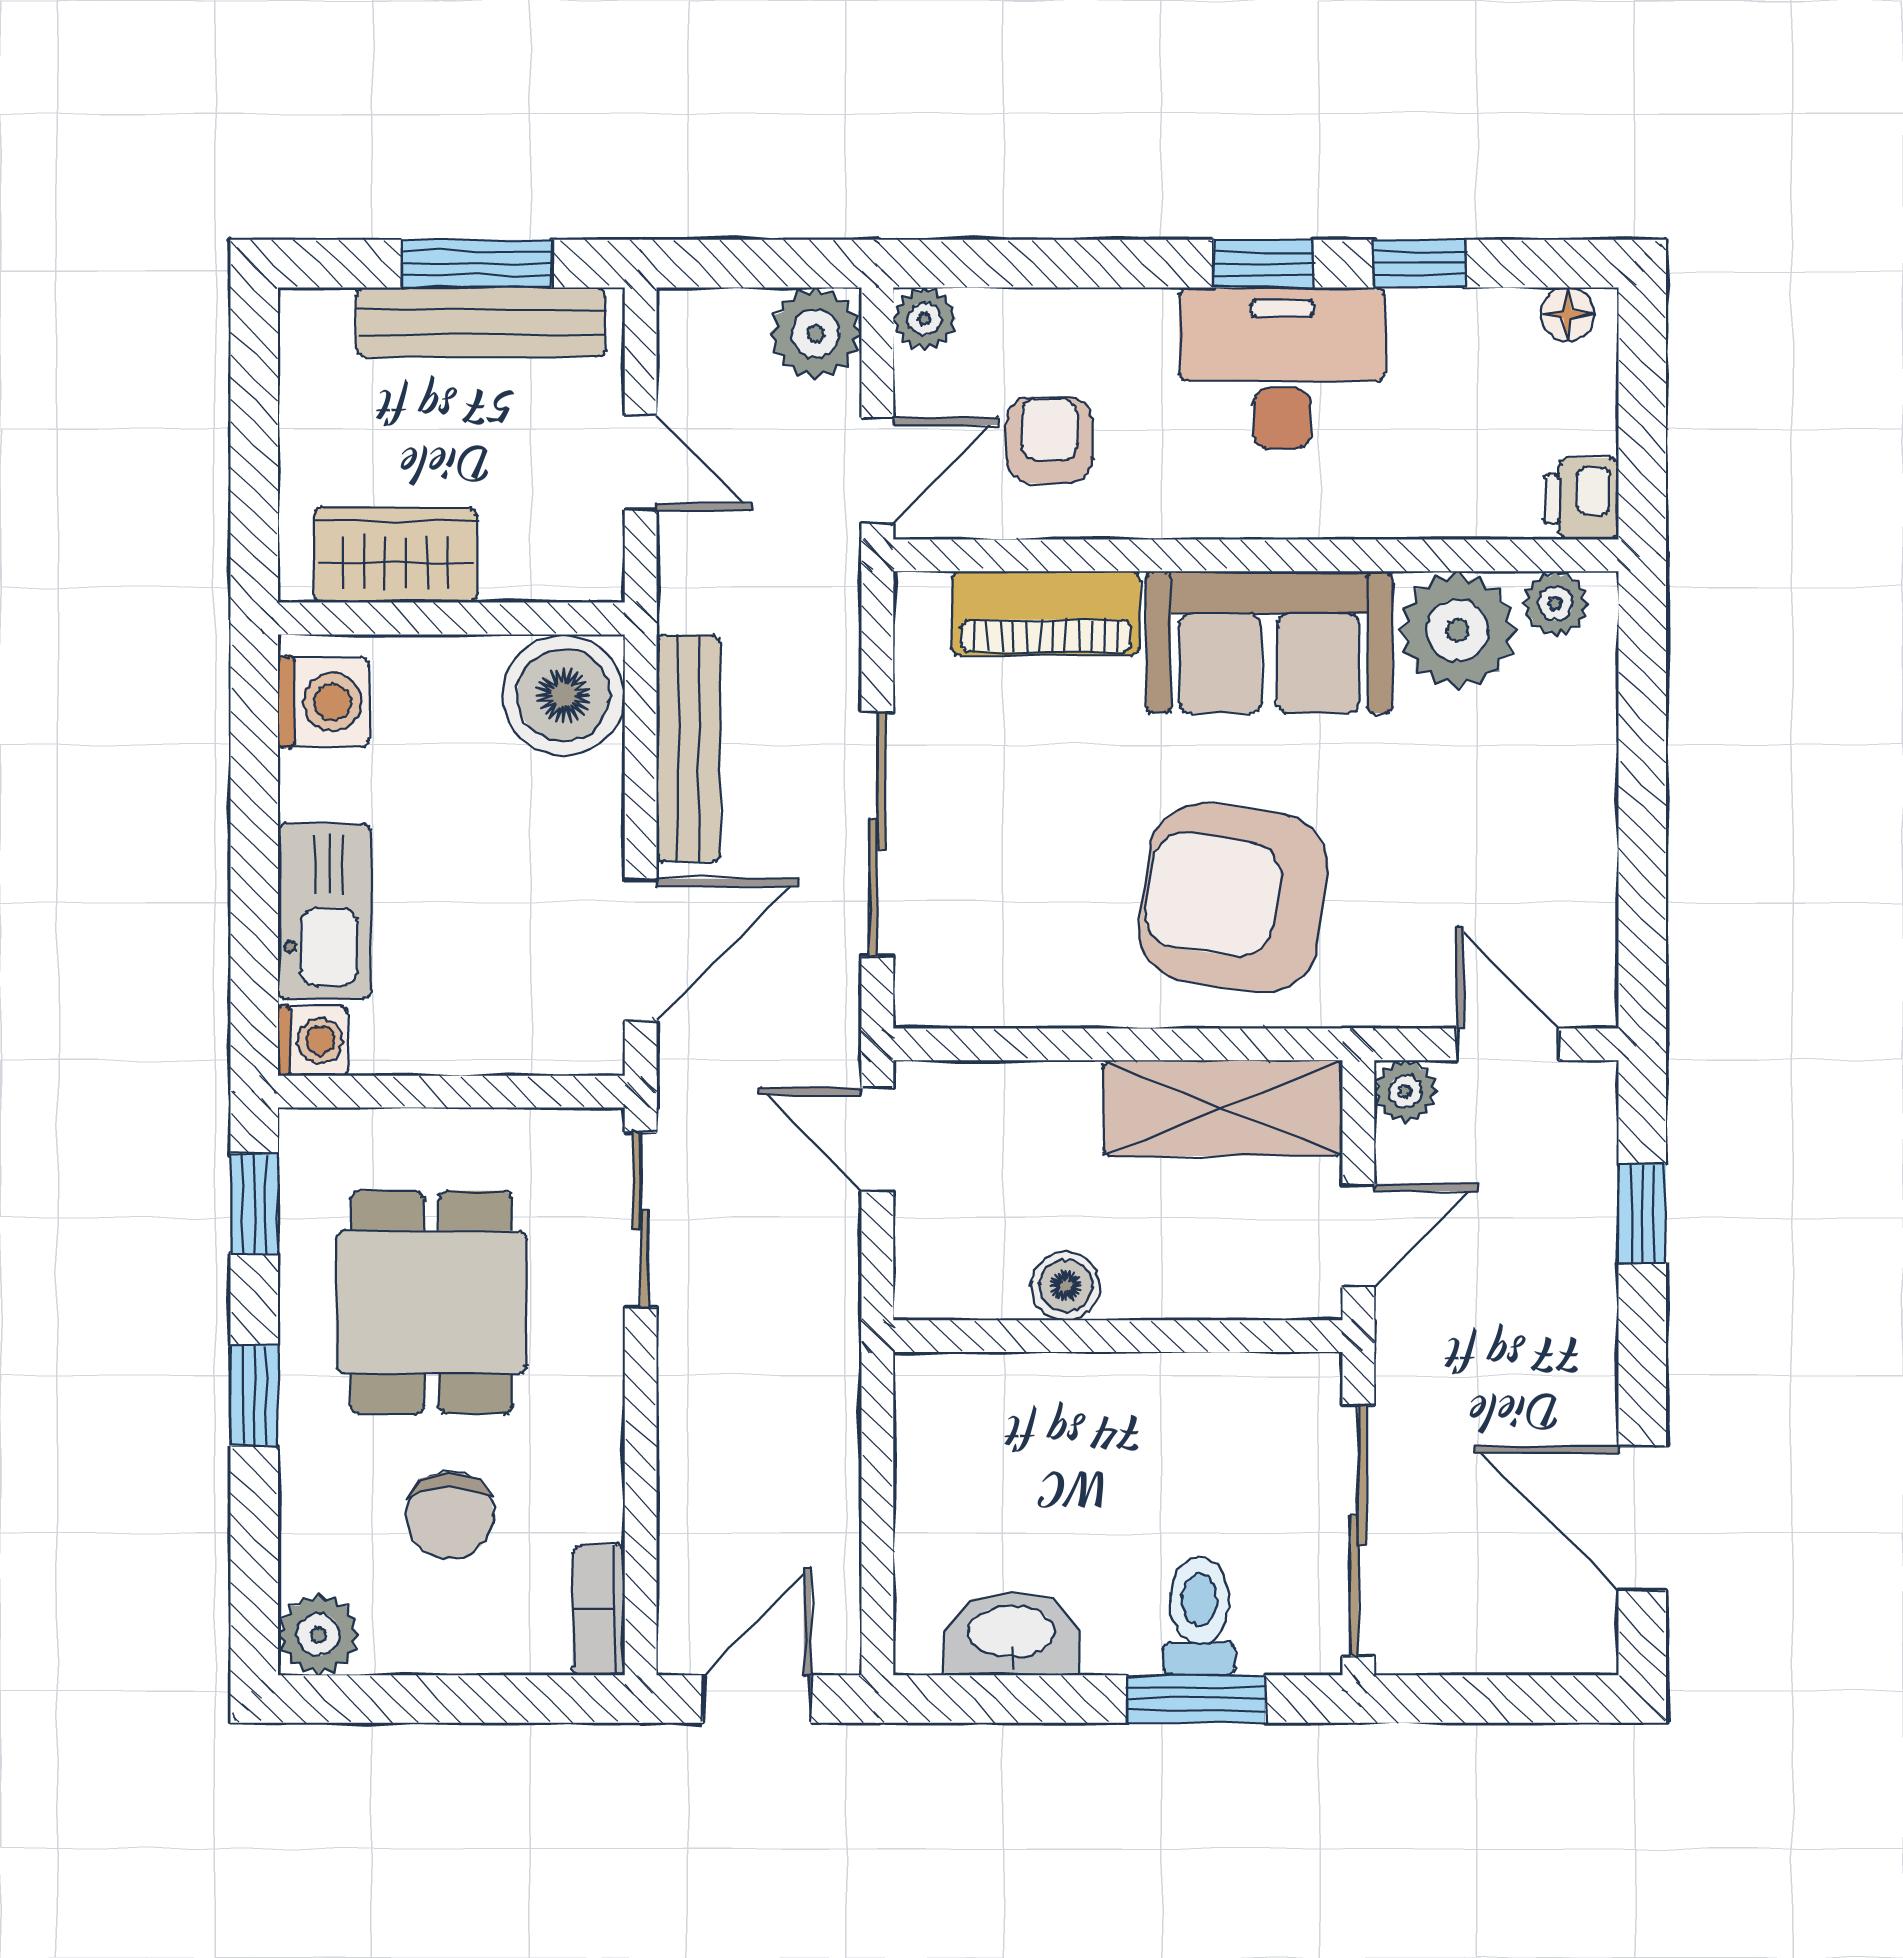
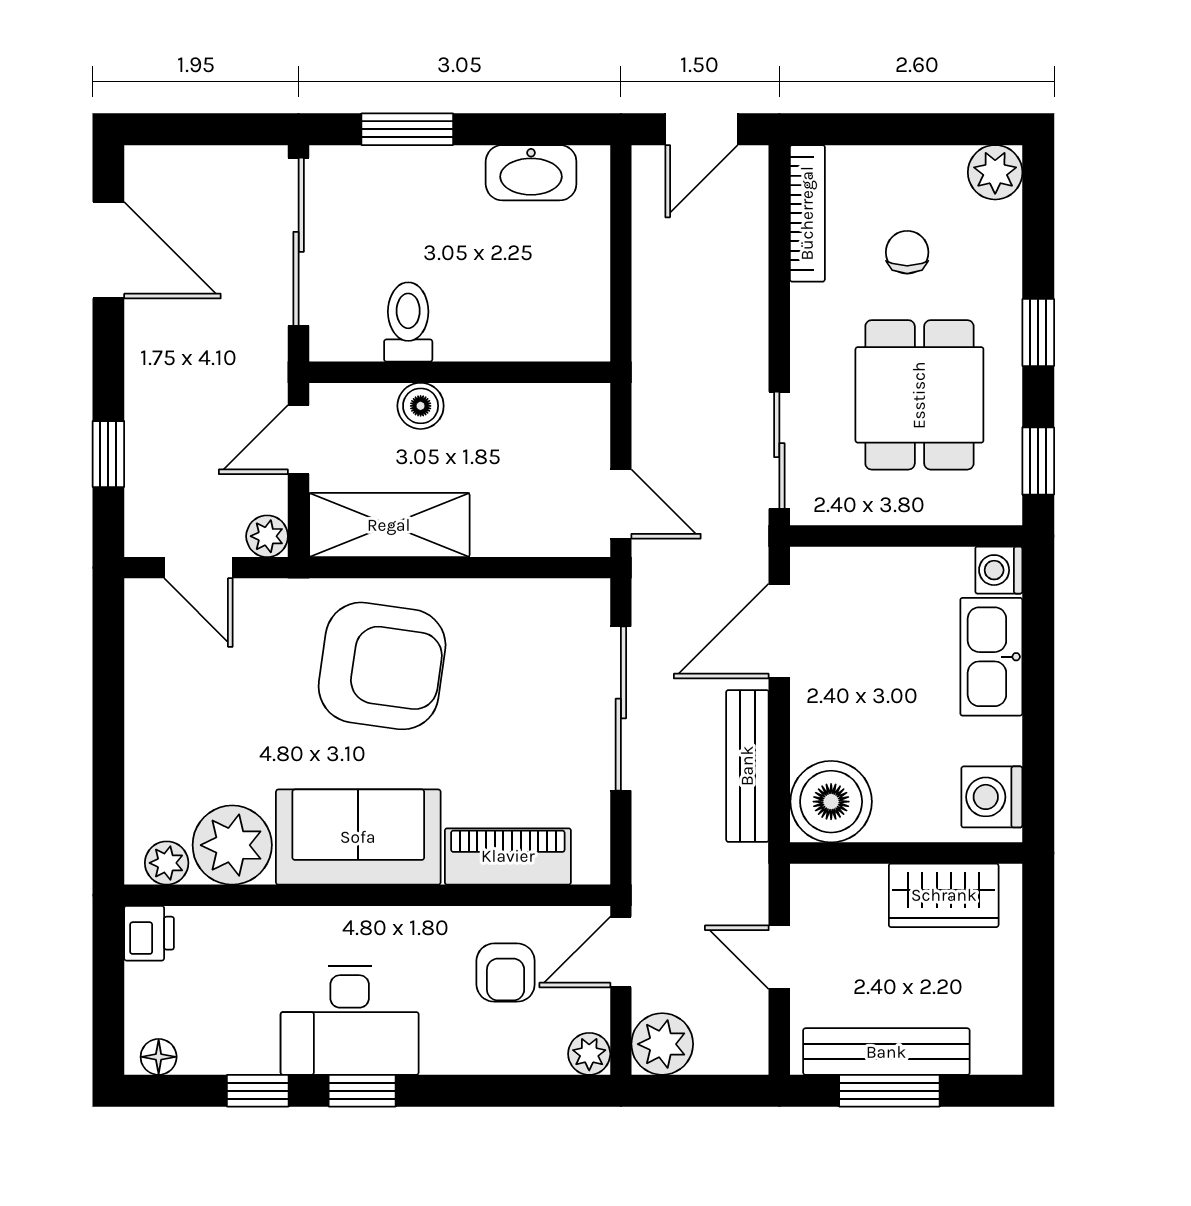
boiler: (1066, 1286) -> (421, 406), moved
chair: (450, 1515) -> (907, 252), width x0.73, depth x0.73
bookcase: (599, 1610) -> (807, 213), width x1.56
toilet: (1199, 1616) -> (408, 322), moved, turned 180

